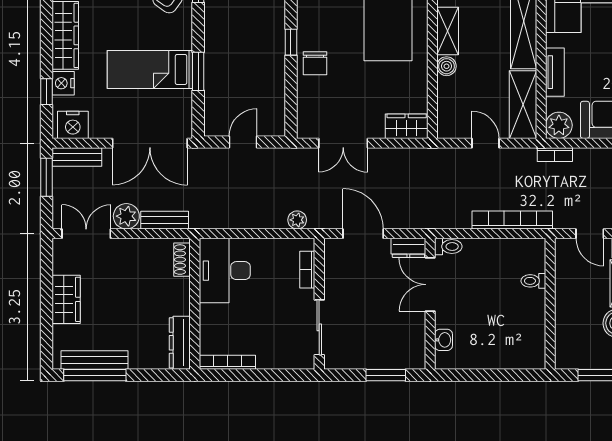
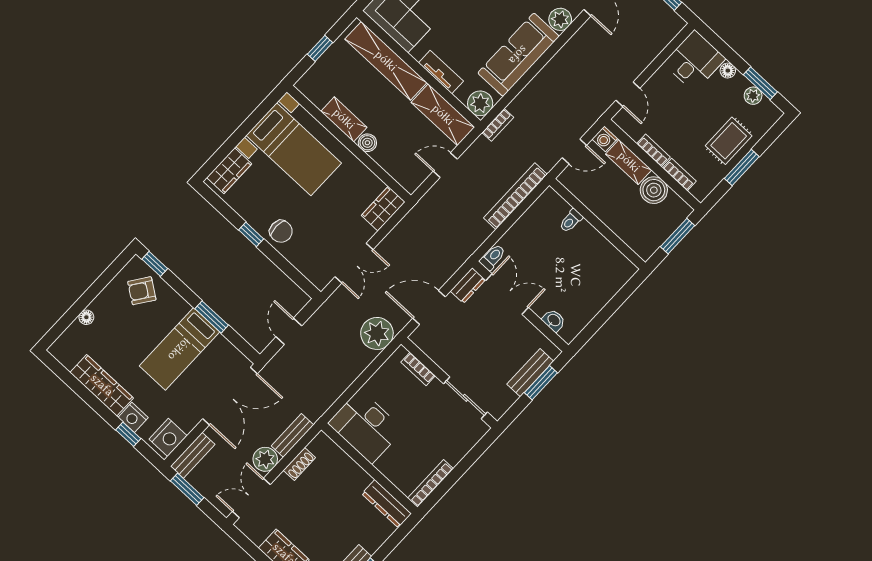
plant: (297, 220) -> (377, 333), width x1.88, depth x1.88
shoe rack: (182, 260) -> (299, 464), moved, turned -90
double door: (430, 285) -> (507, 294), swing flipped
bench: (386, 359) -> (530, 373), added

